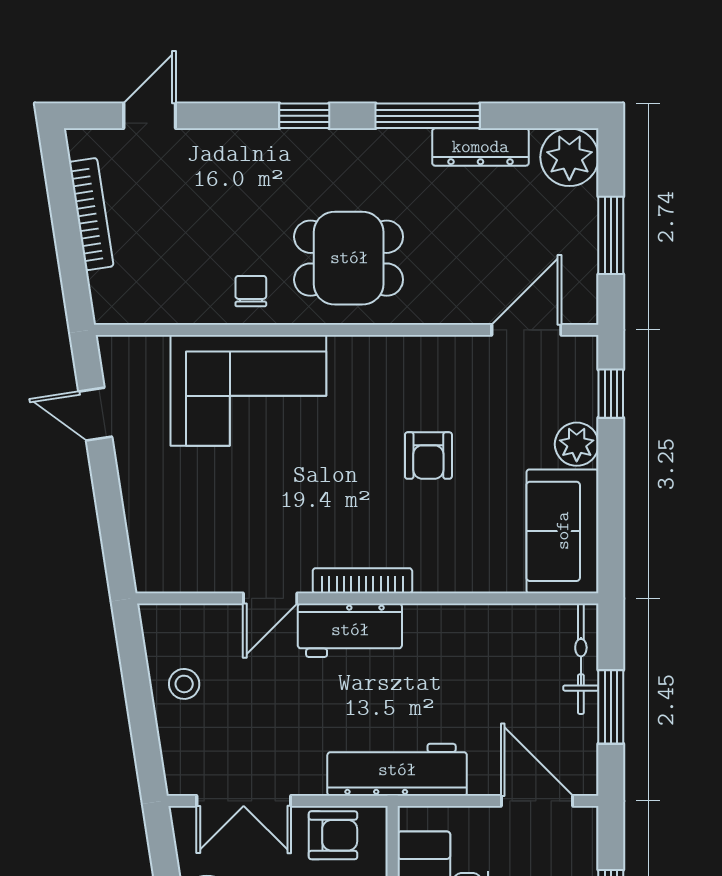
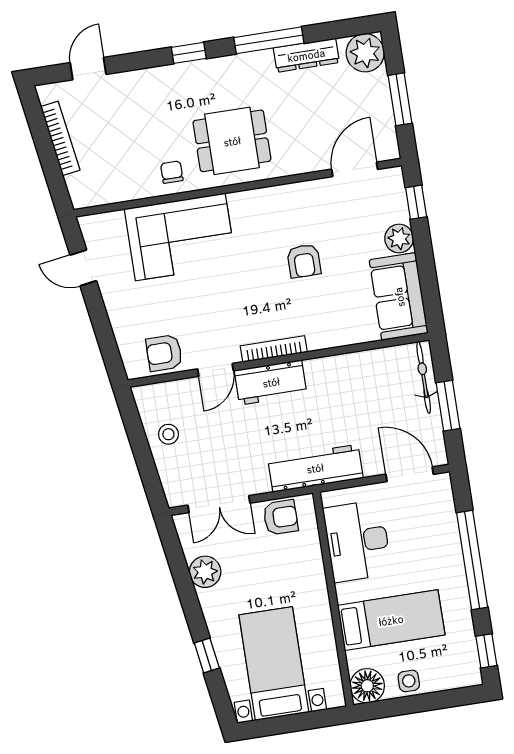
armchair: (197, 561) -> (164, 353), added

